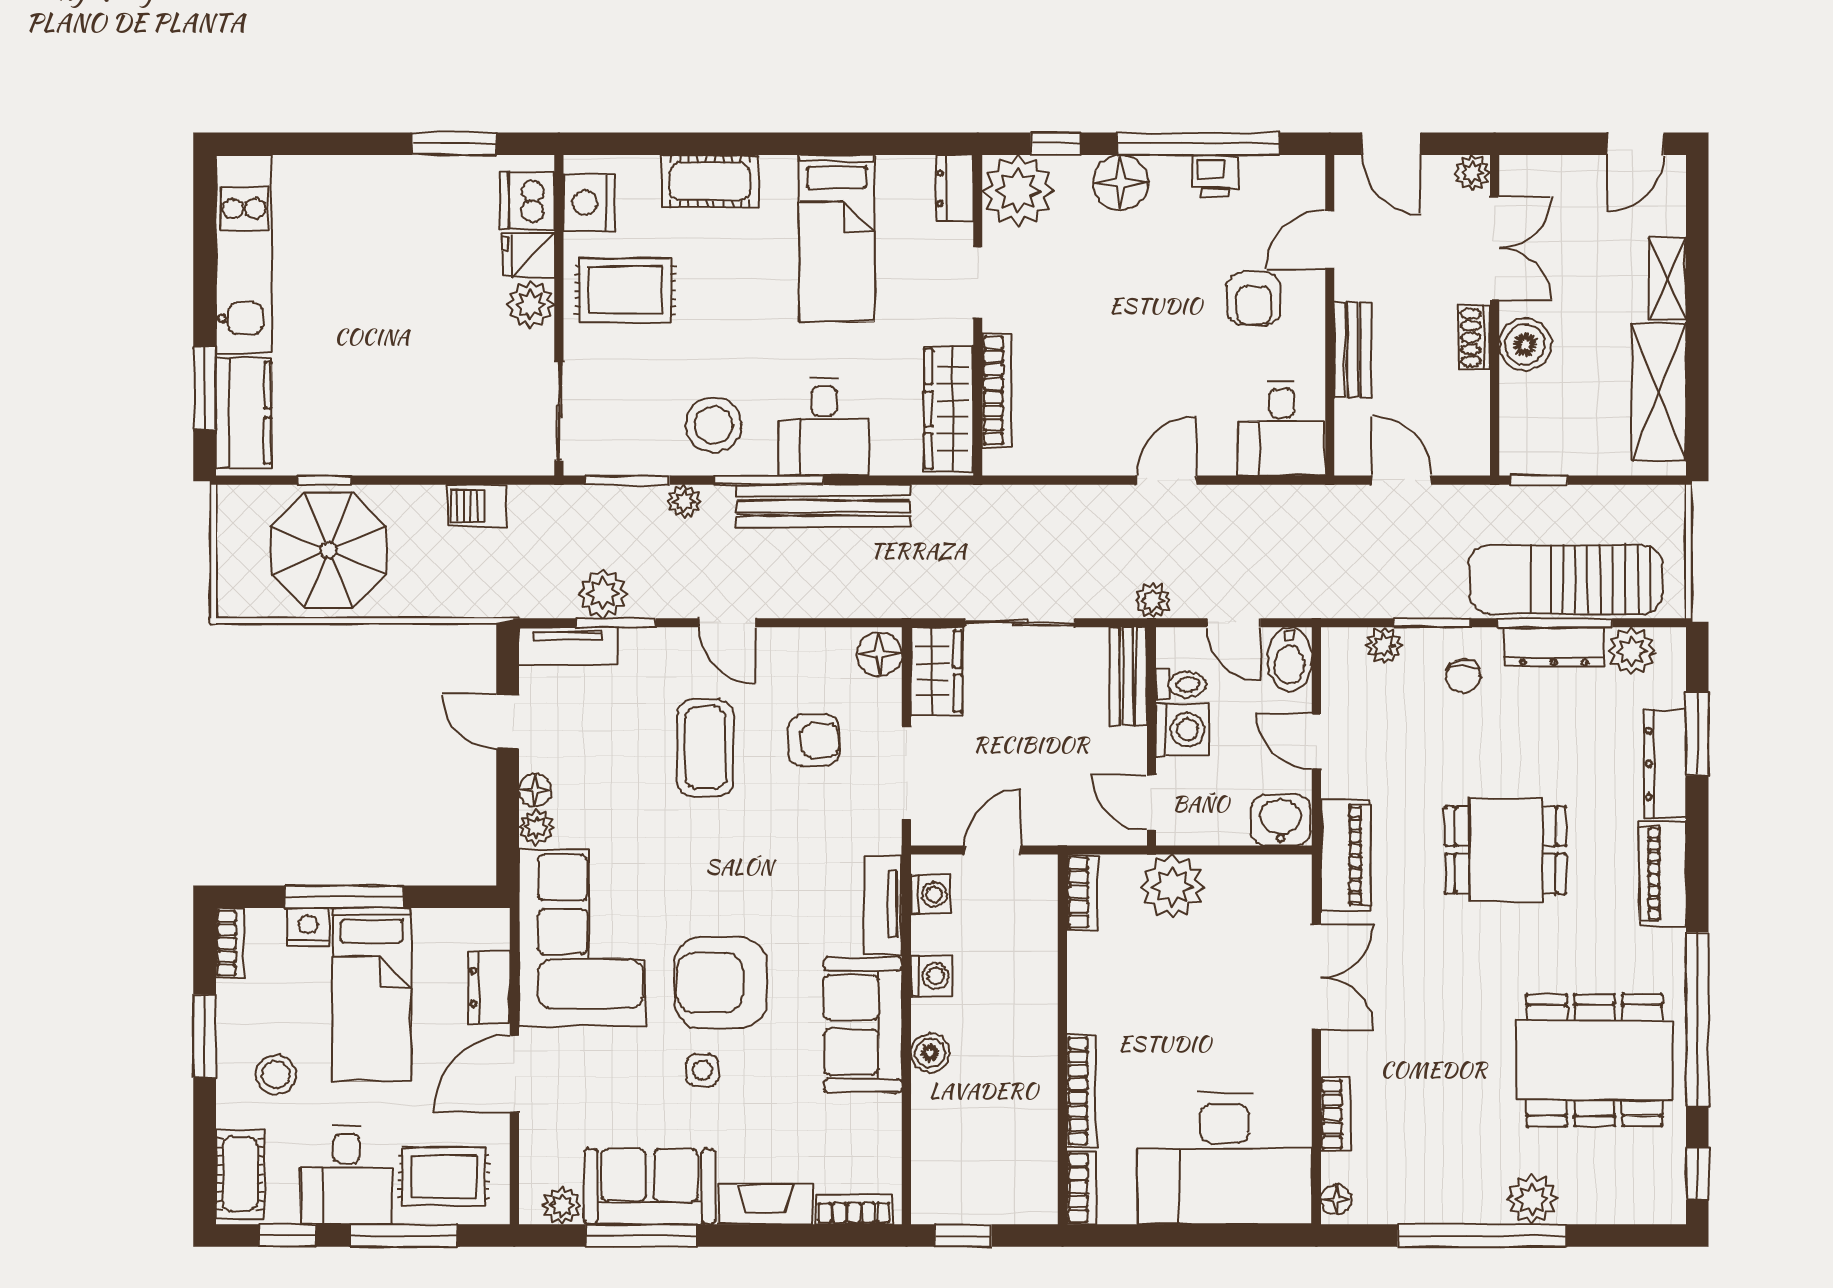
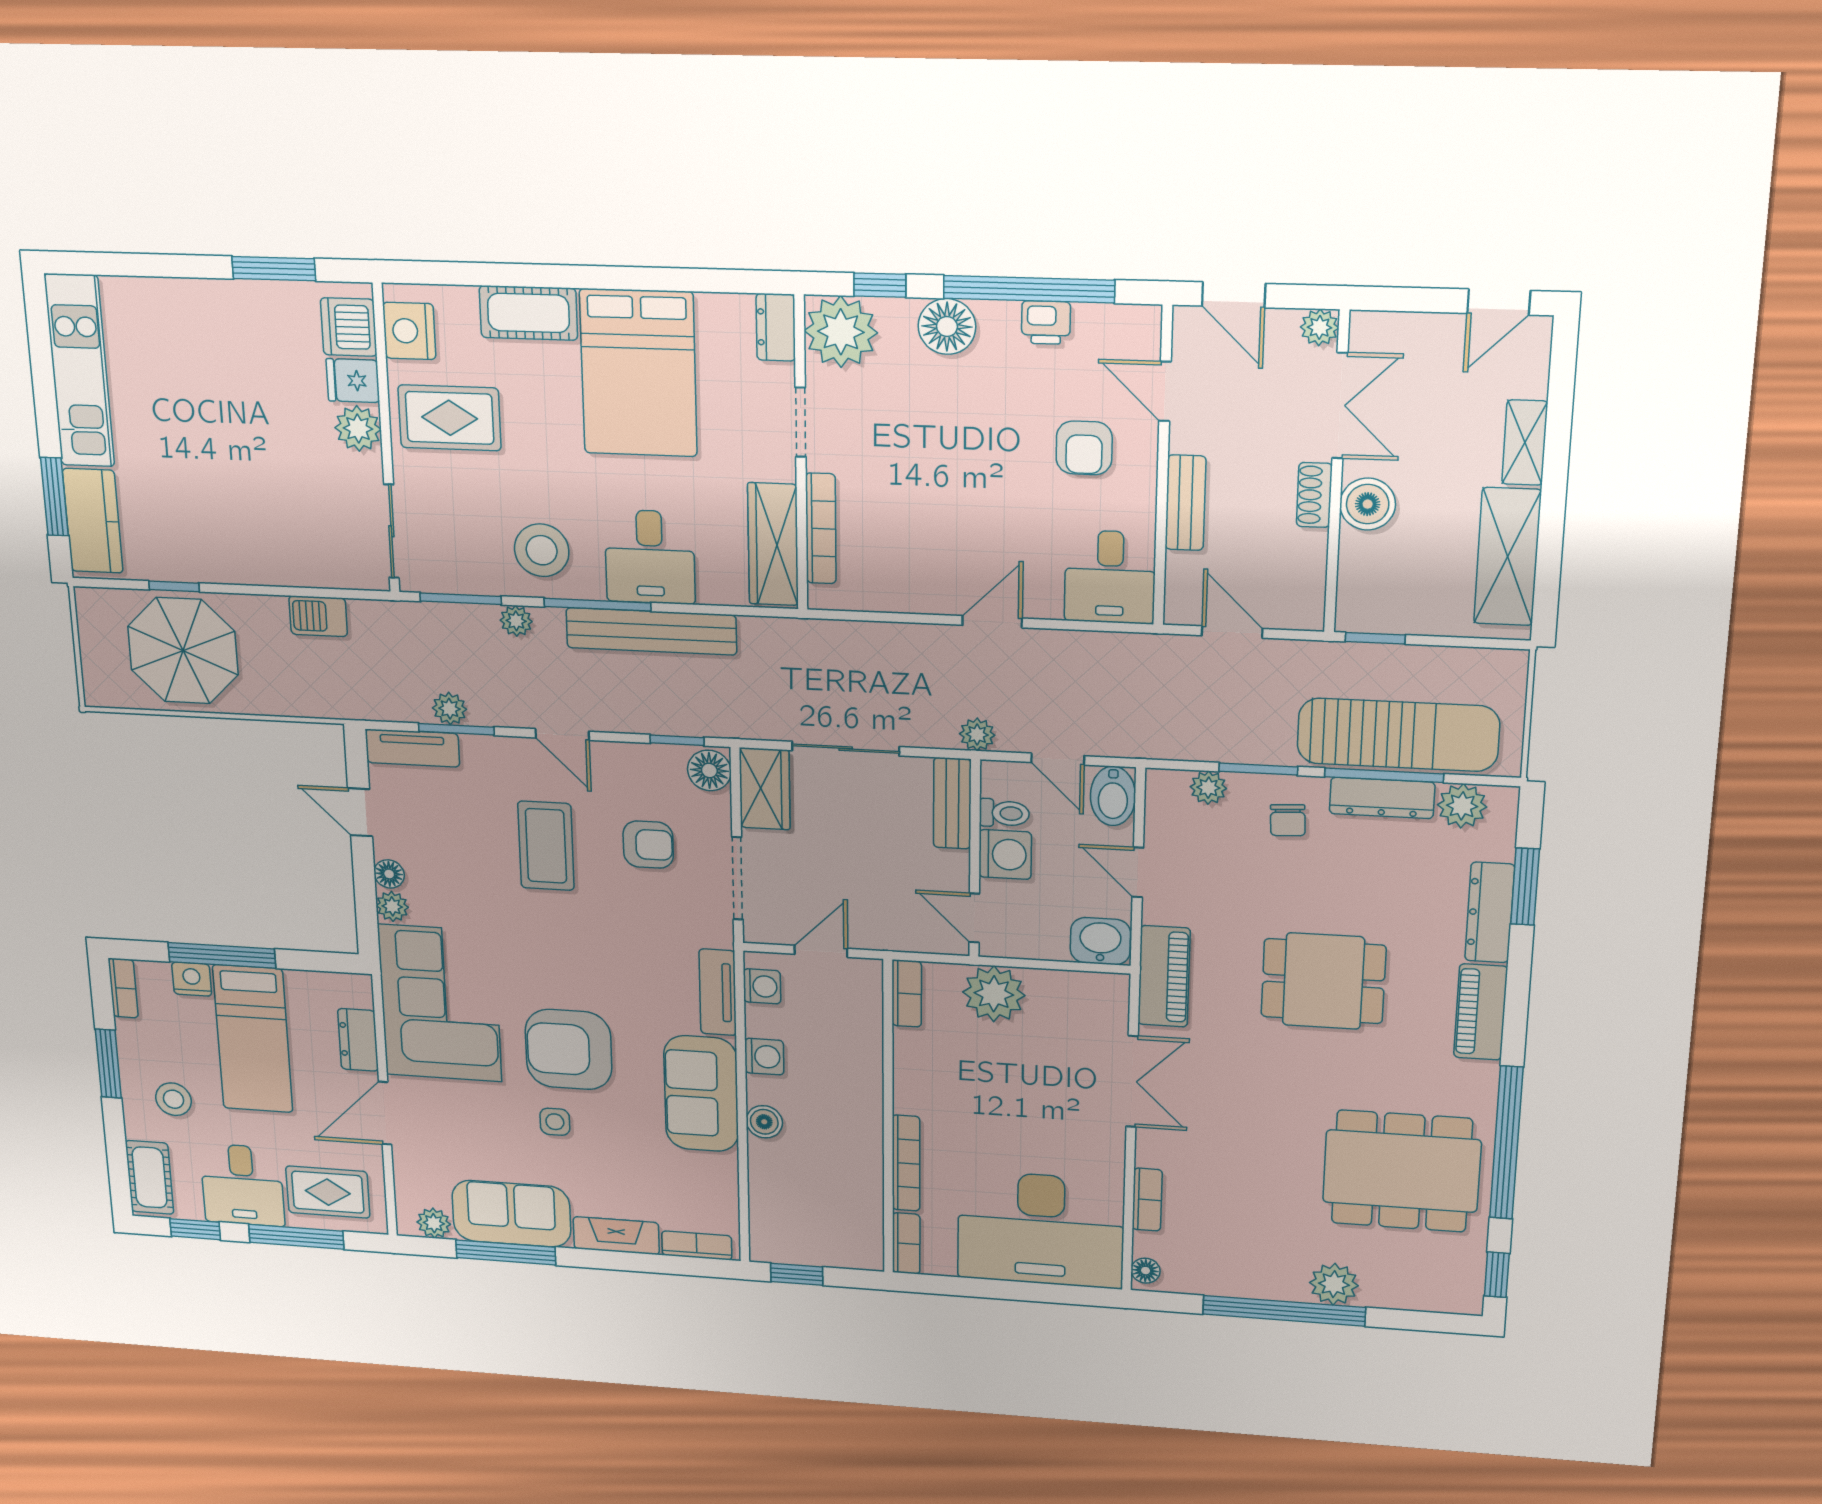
bed: (837, 238) -> (638, 373), width x1.50
door: (1330, 240) -> (1165, 391), hinge flipped
sun lounger: (1566, 579) -> (1398, 735), turned 180
plant: (603, 594) -> (450, 709), width x0.73, depth x0.73
window: (847, 623) -> (677, 740), added

